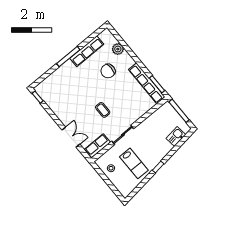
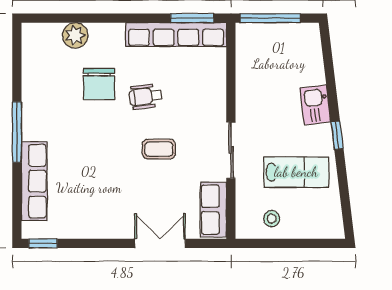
row of seats: (87, 51) -> (34, 181), moved
wheelchair: (117, 90) -> (145, 96), added
kitchen sink: (176, 136) -> (315, 105), moved

